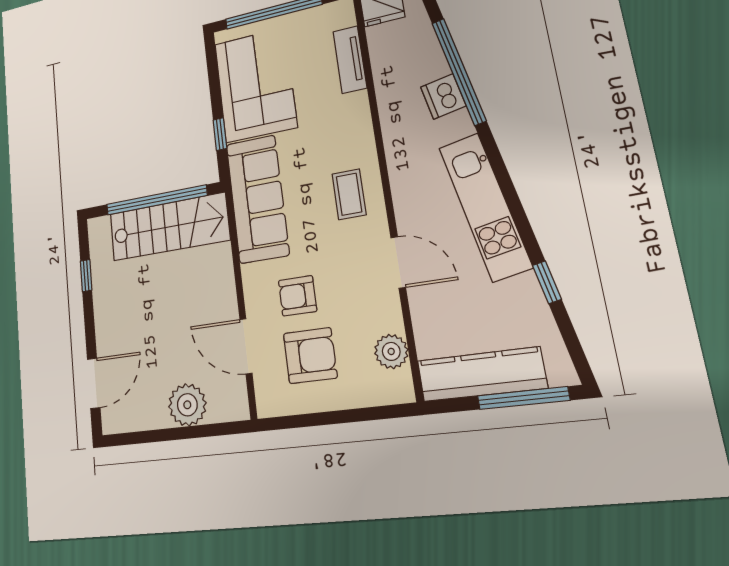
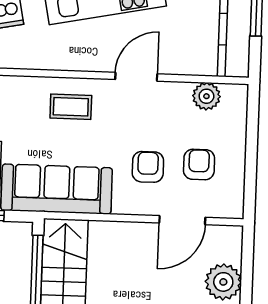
armchair: (298, 296) -> (148, 167), turned 180
armchair: (310, 356) -> (199, 165), width x0.72, depth x0.72

